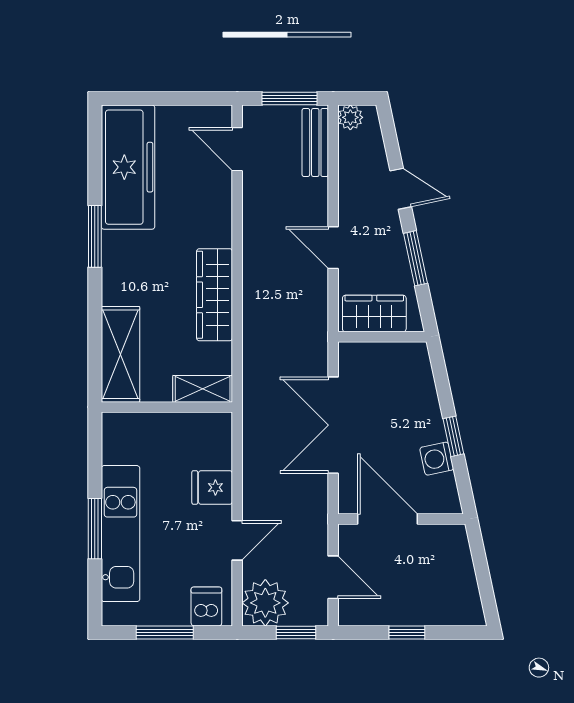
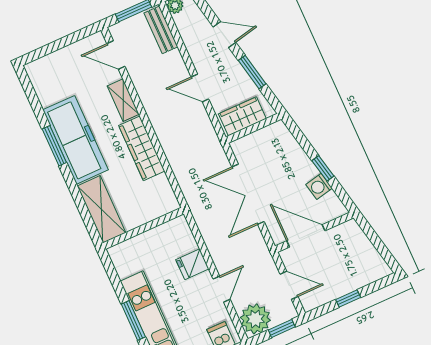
freezer: (128, 167) -> (76, 140), moved
shelving: (203, 389) -> (123, 100), moved, turned 90

